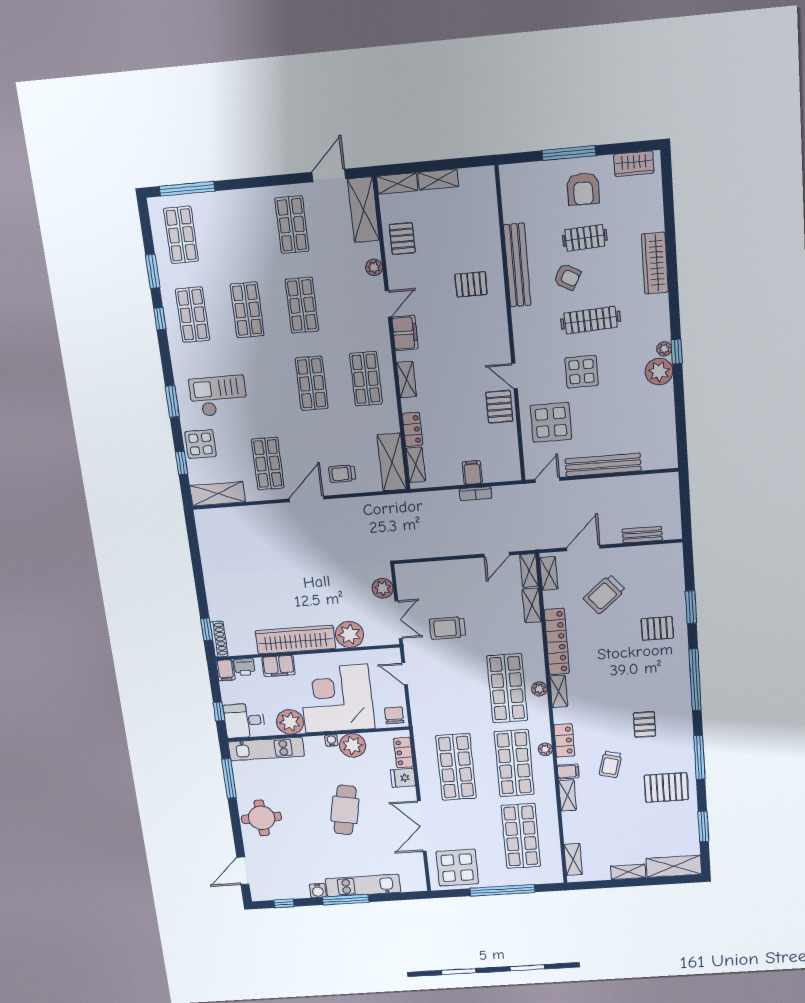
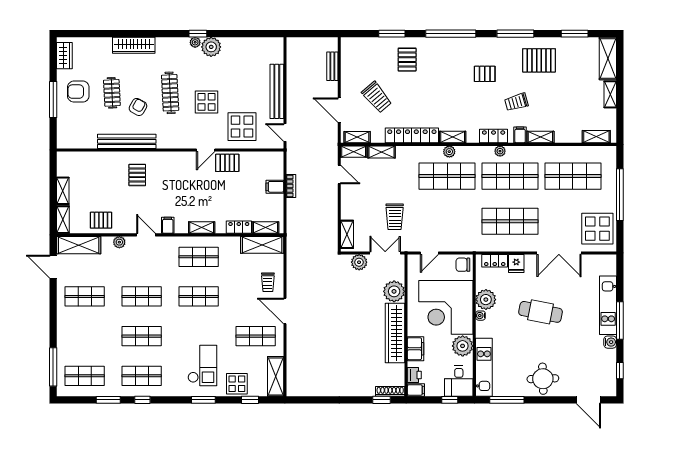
armchair: (583, 189) -> (78, 92), turned 180
filing cabinet: (405, 333) -> (168, 225), width x0.50
checkout: (218, 396) -> (202, 365), turned 180
shelving: (418, 570) -> (347, 234), added
trolley: (610, 764) -> (516, 102), turned 149
pallet: (666, 787) -> (539, 60), turned 90

